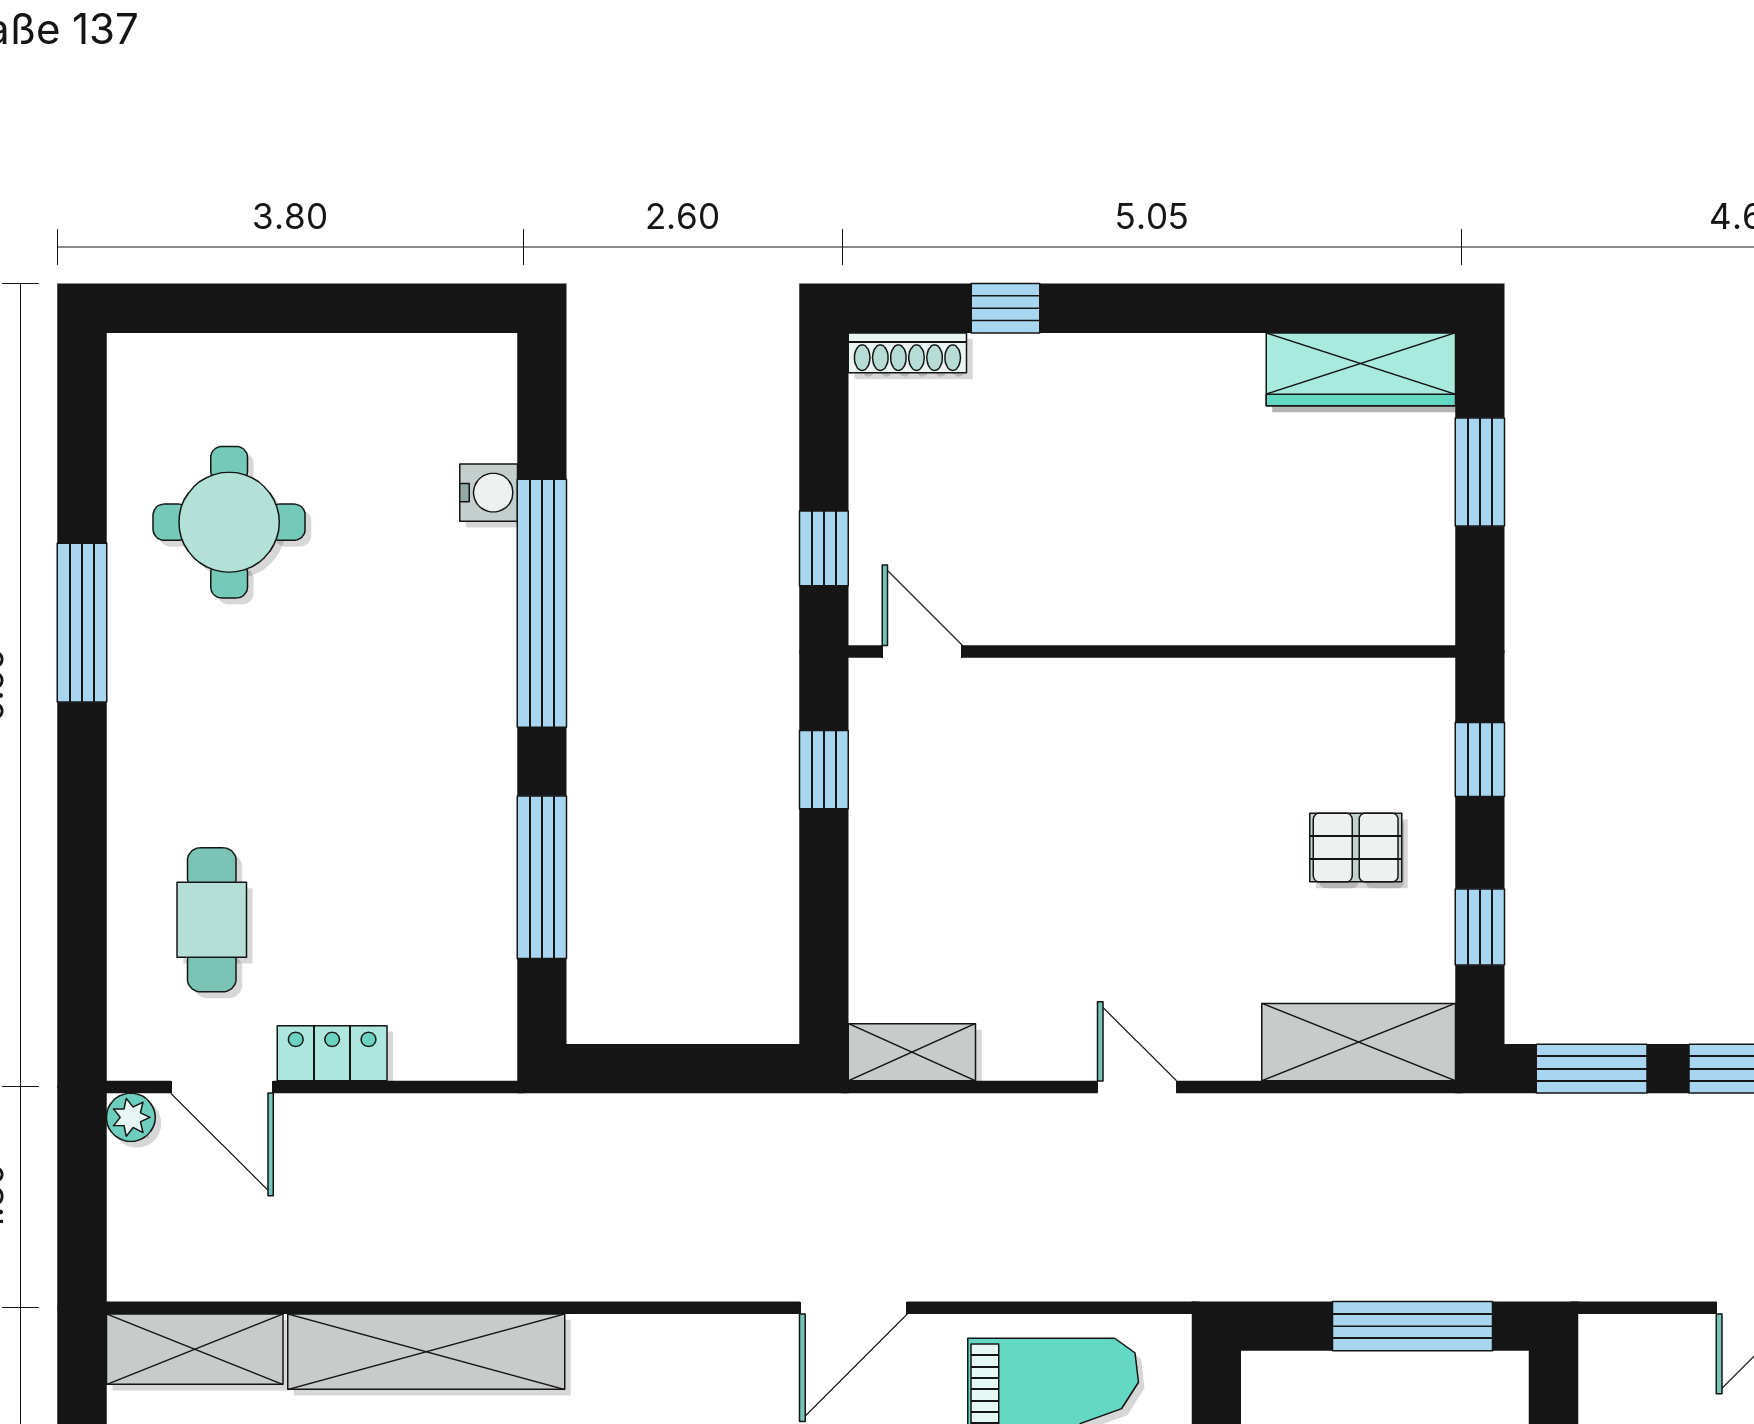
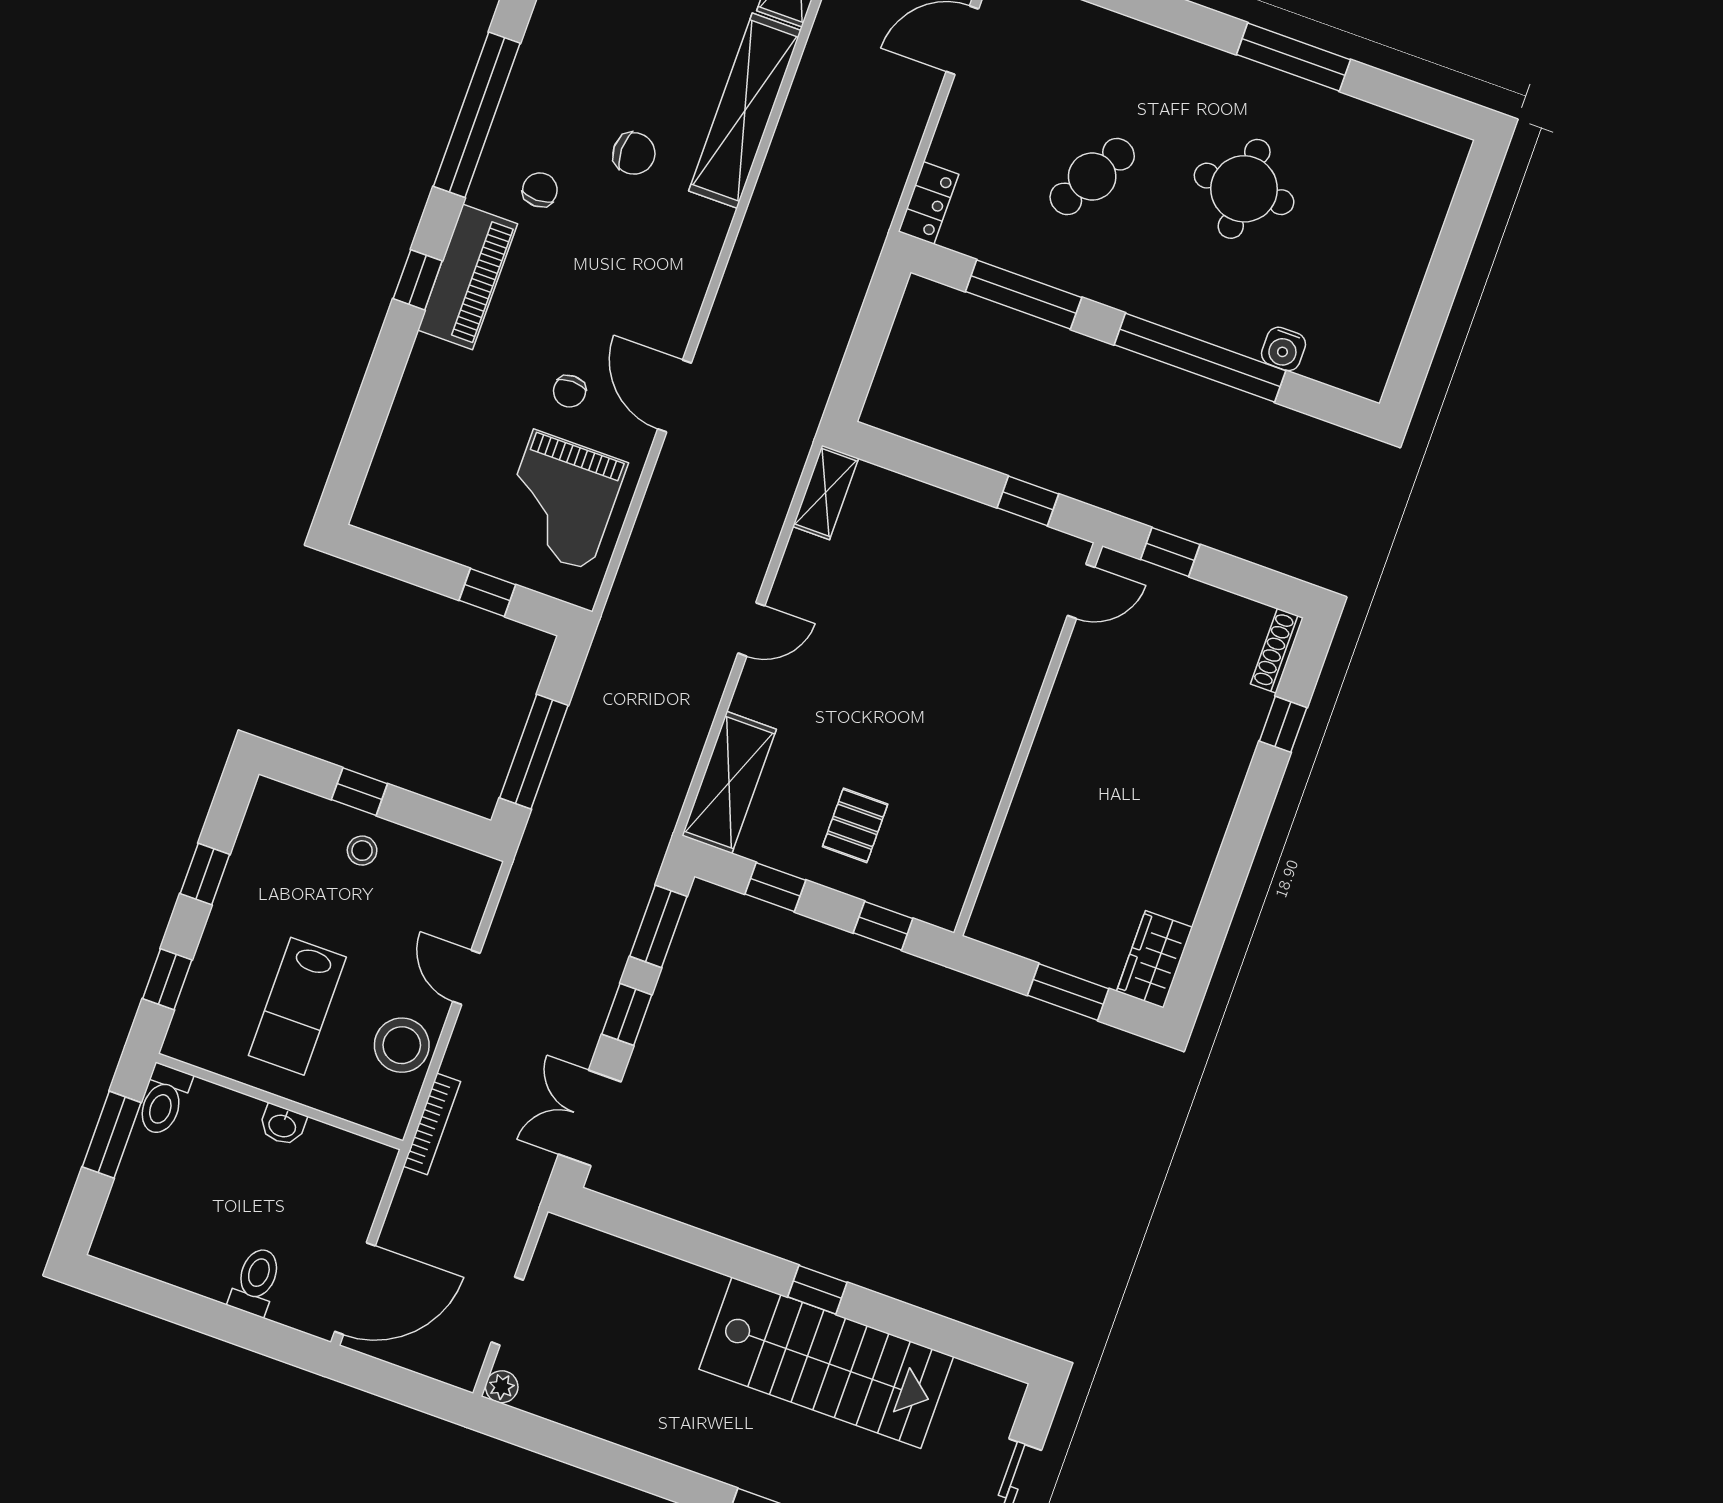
wardrobe: (1361, 369) -> (1155, 959), width x0.67
round table: (229, 522) -> (1244, 189), moved
cafe table: (212, 920) -> (1092, 177), moved, turned -60
locker: (332, 1053) -> (929, 203), moved

